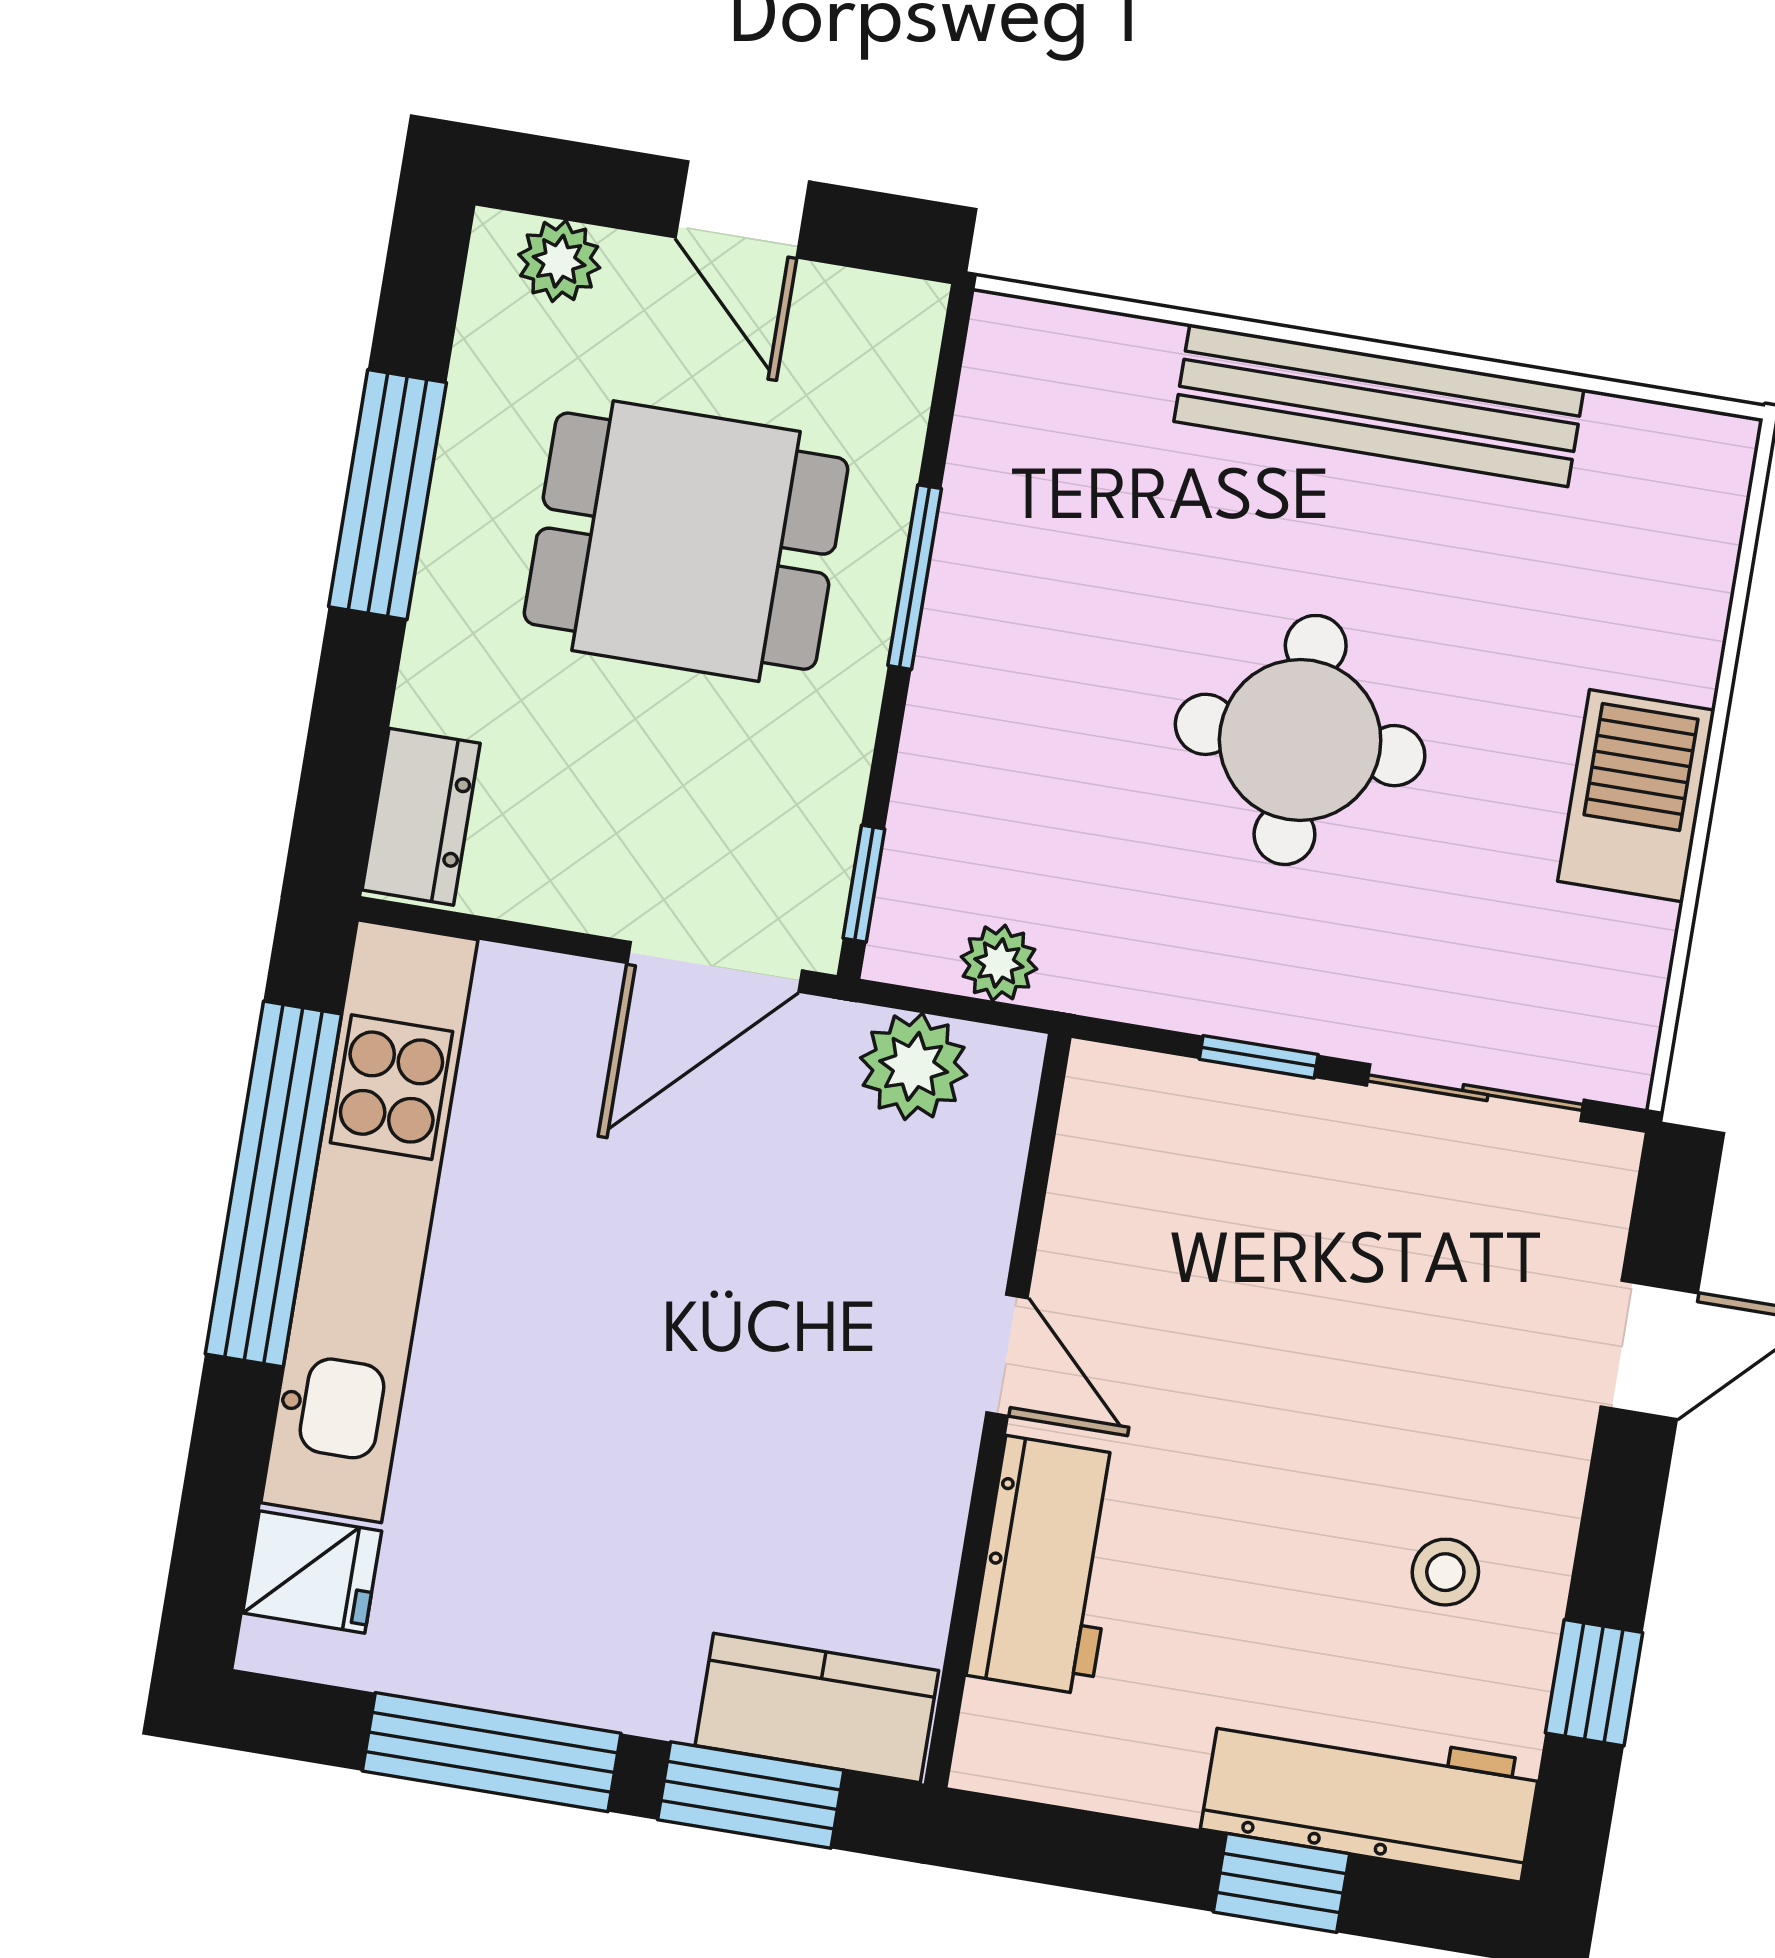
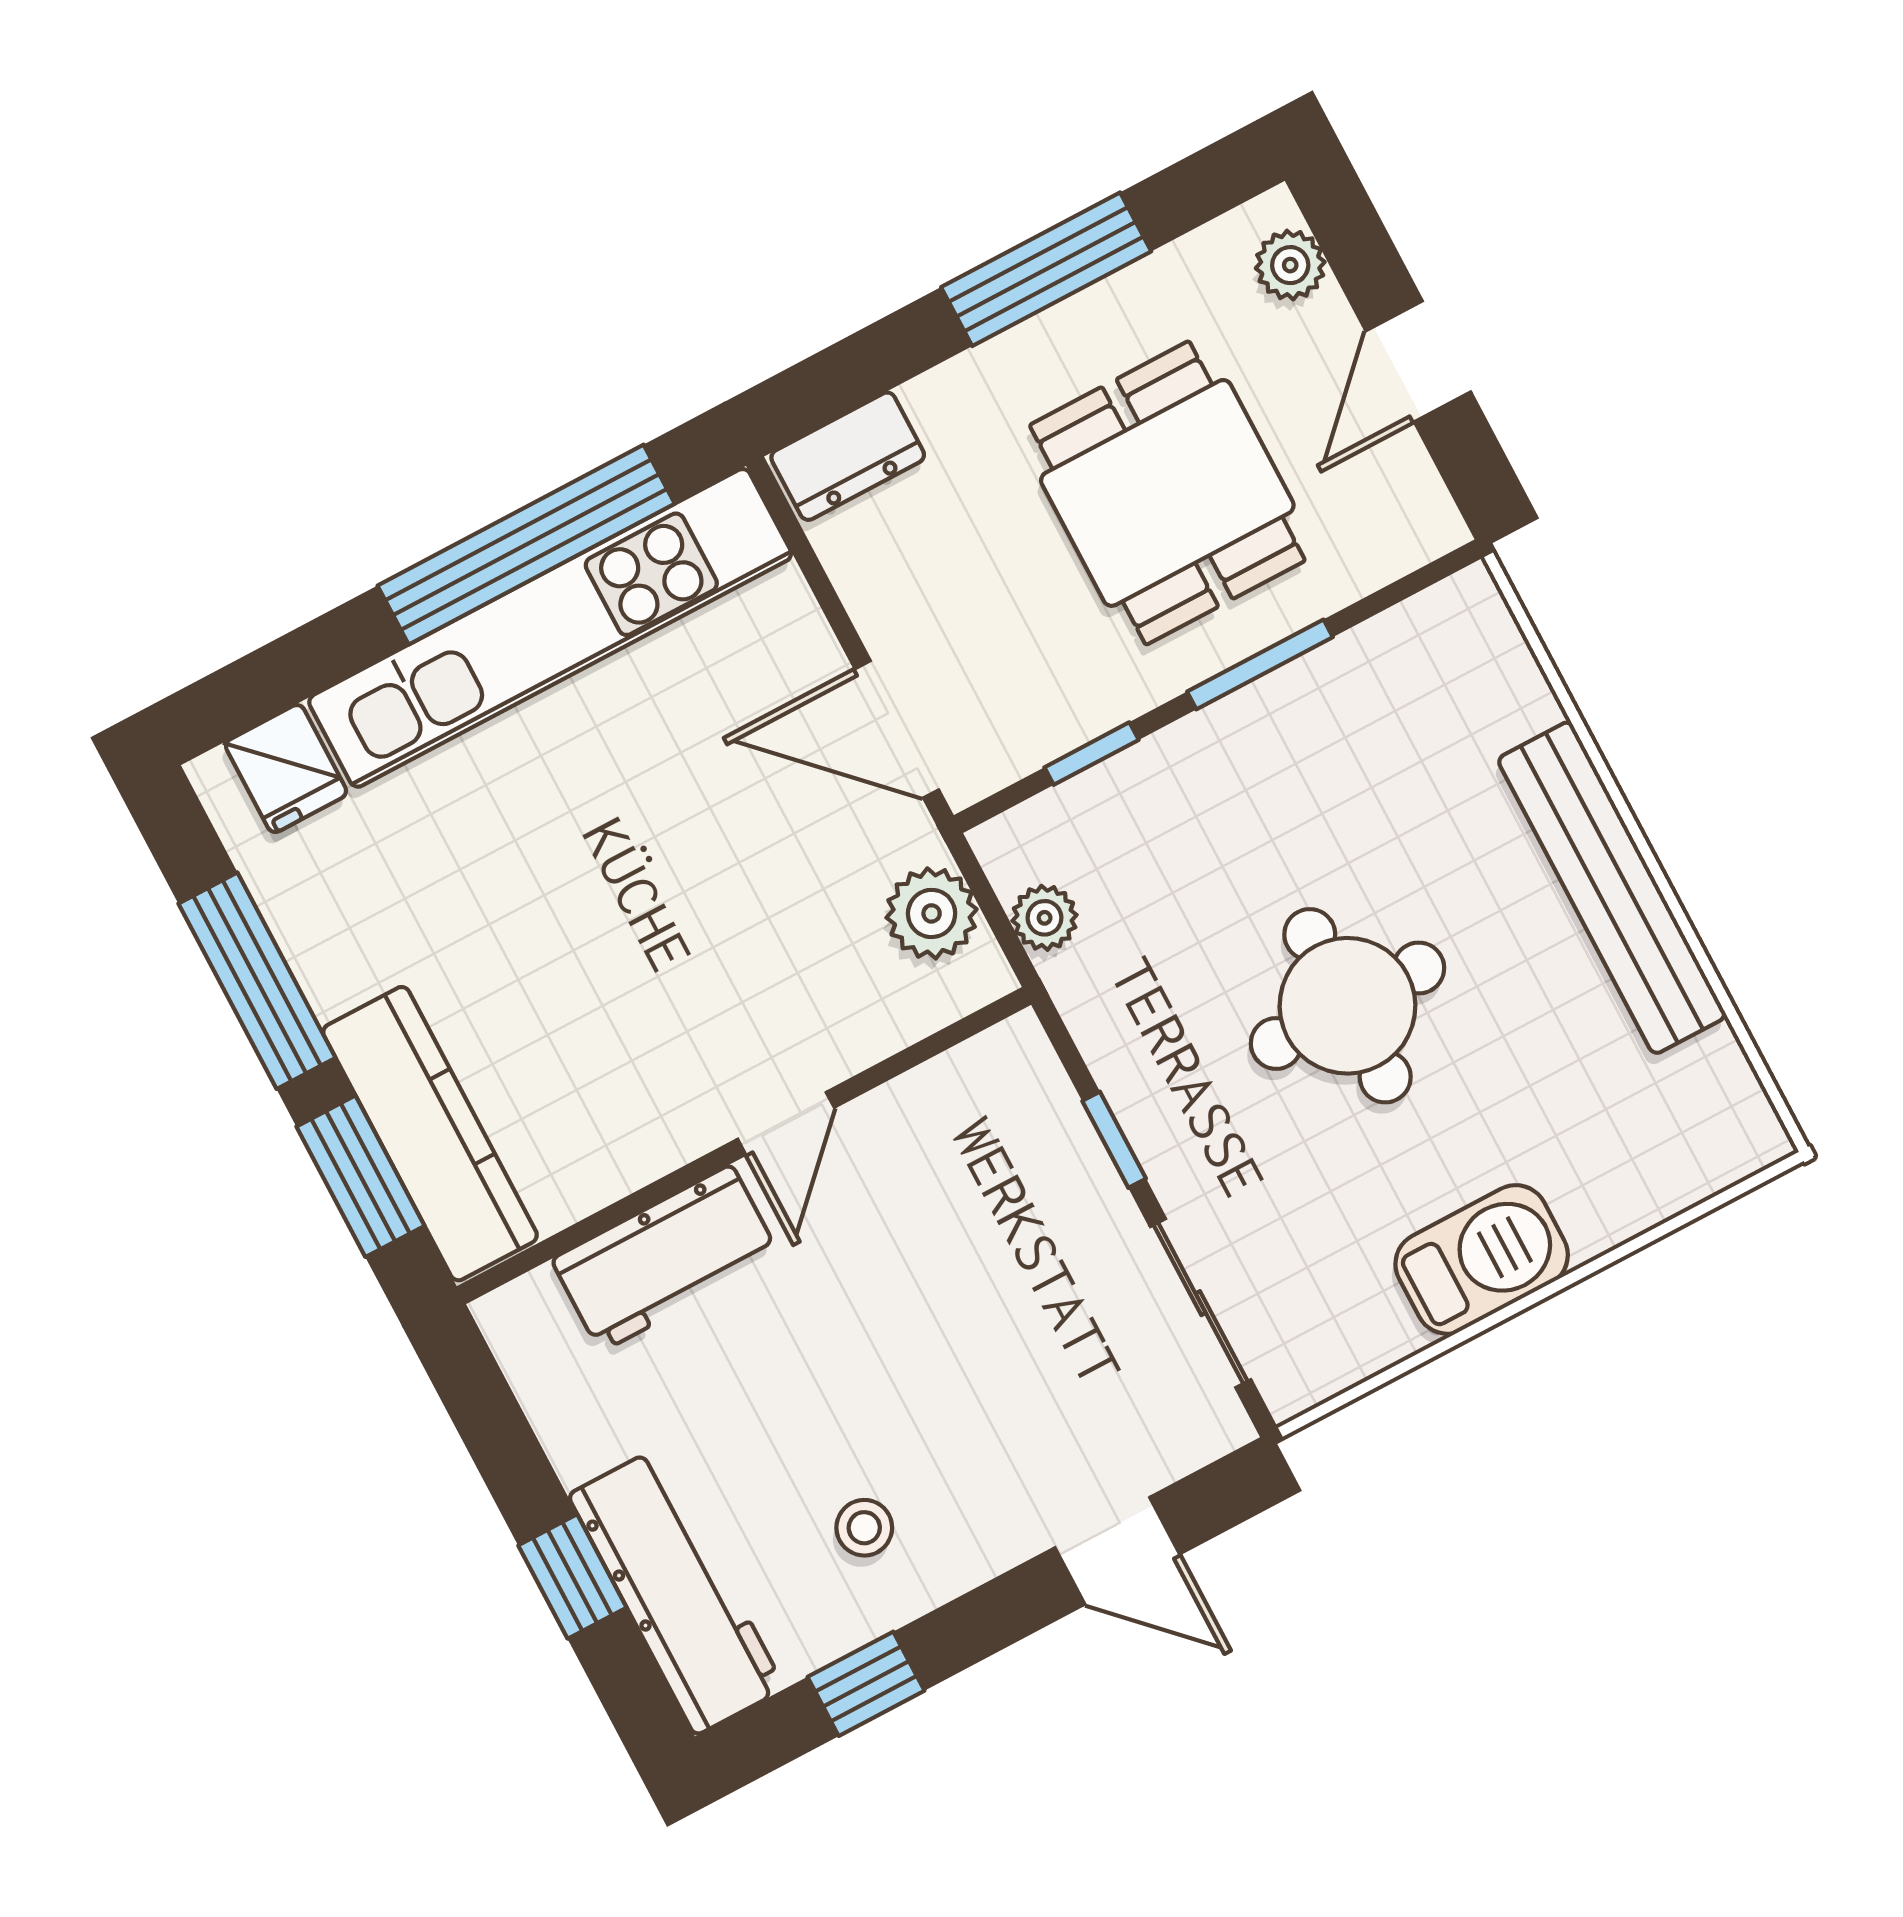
window: (864, 884) -> (1092, 754), moved
kitchen counter: (817, 1708) -> (430, 1134), width x1.50

